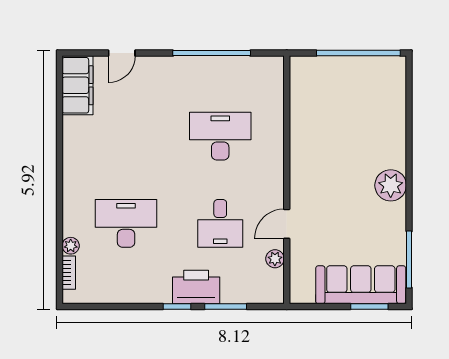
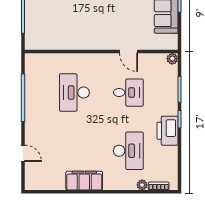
filing cabinet: (77, 85) -> (84, 181), moved
desk: (126, 223) -> (128, 151), turned 180
plant: (275, 259) -> (172, 59), moved
printer: (196, 287) -> (168, 131), moved

